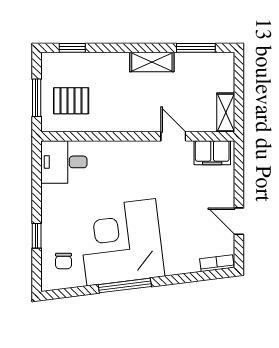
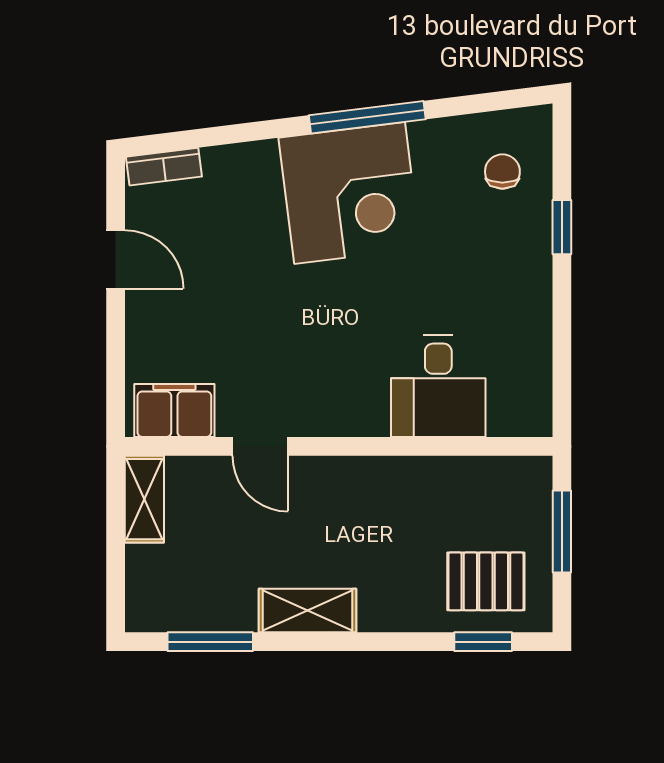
pallet: (71, 101) -> (486, 581), moved
desk: (64, 162) -> (438, 386), moved, turned 90
corner desk: (121, 242) -> (350, 193), width x0.74, depth x0.74

